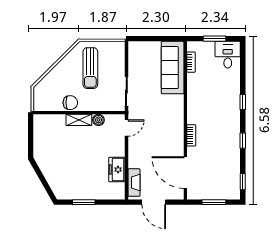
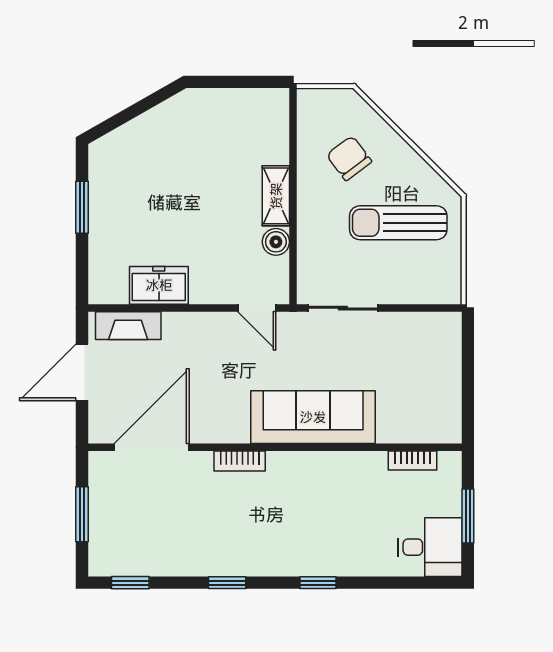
sofa: (173, 68) -> (313, 417), moved
chair: (70, 103) -> (349, 158), moved, turned 143

